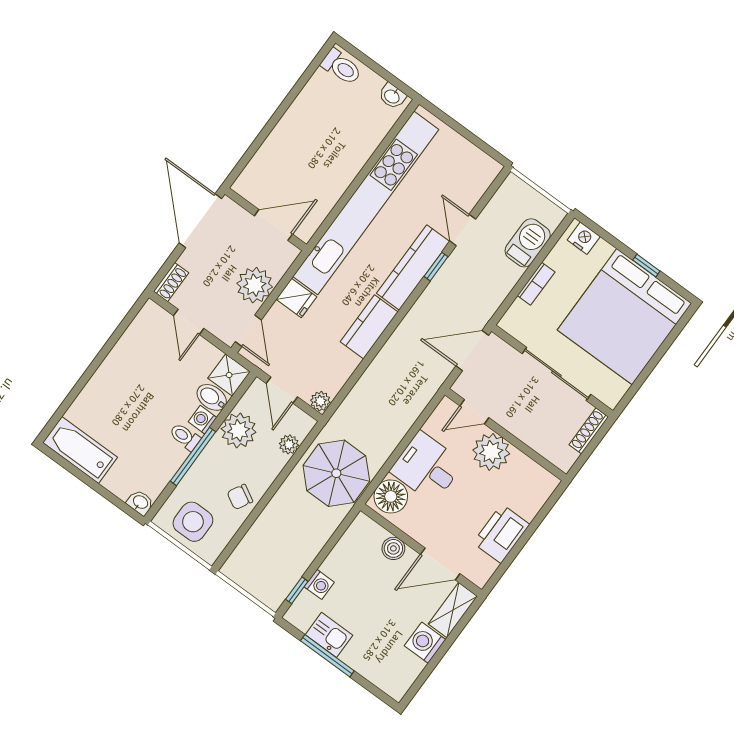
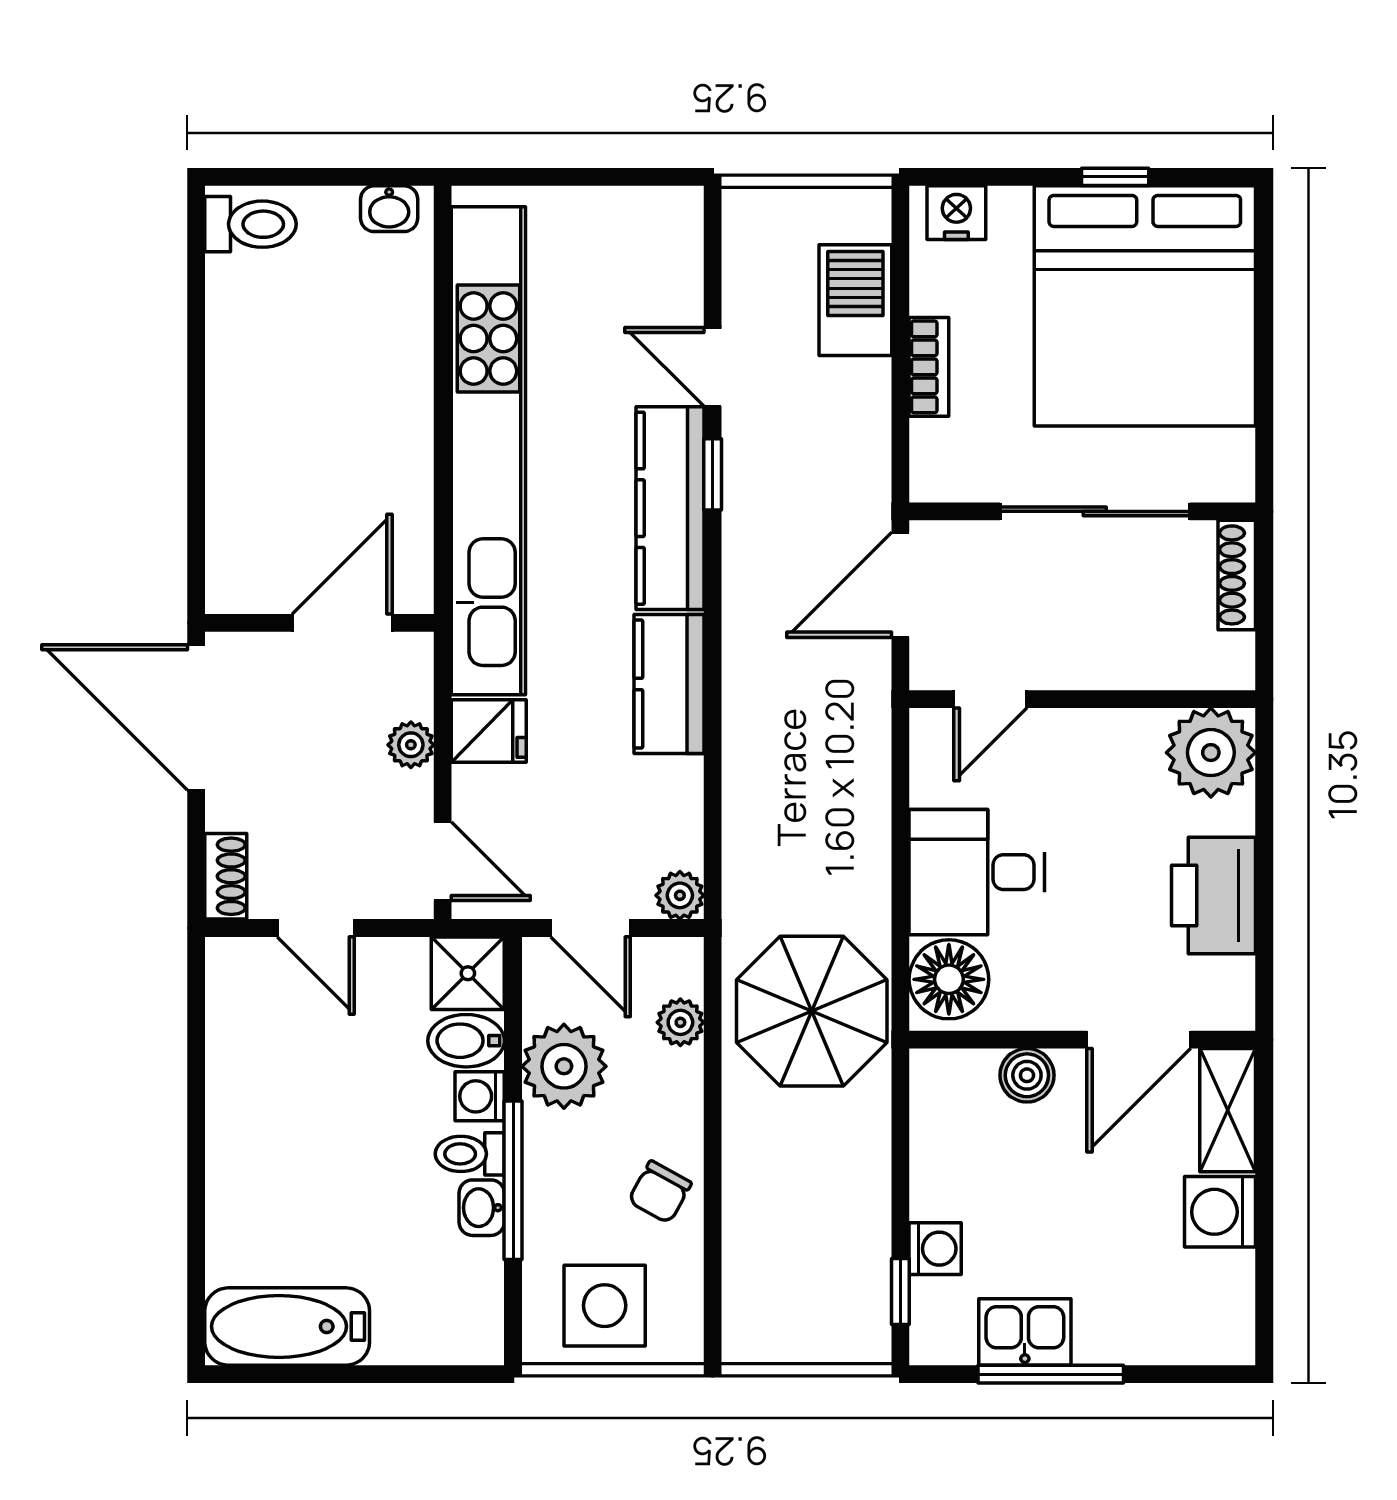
plant: (255, 285) -> (411, 745), width x0.53, depth x0.53
plant: (491, 452) -> (1211, 753), moved
washbasin: (140, 502) -> (482, 1208), moved, turned -90

